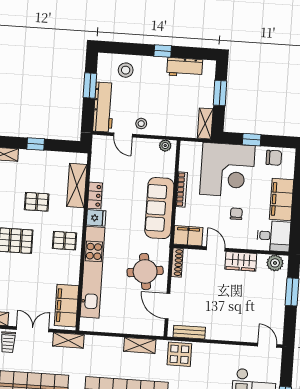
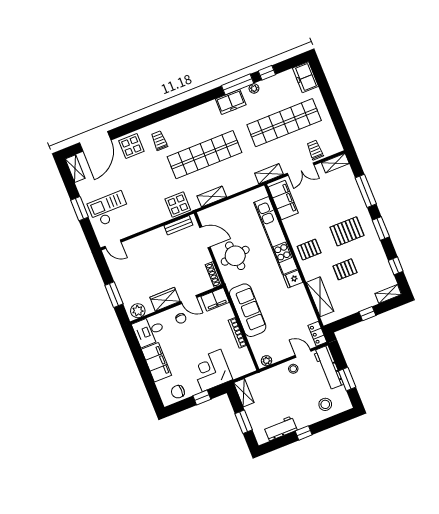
corner desk: (227, 170) -> (211, 370), width x0.74, depth x0.74
locker: (95, 196) -> (317, 334), moved
chair: (236, 214) -> (181, 318), moved

